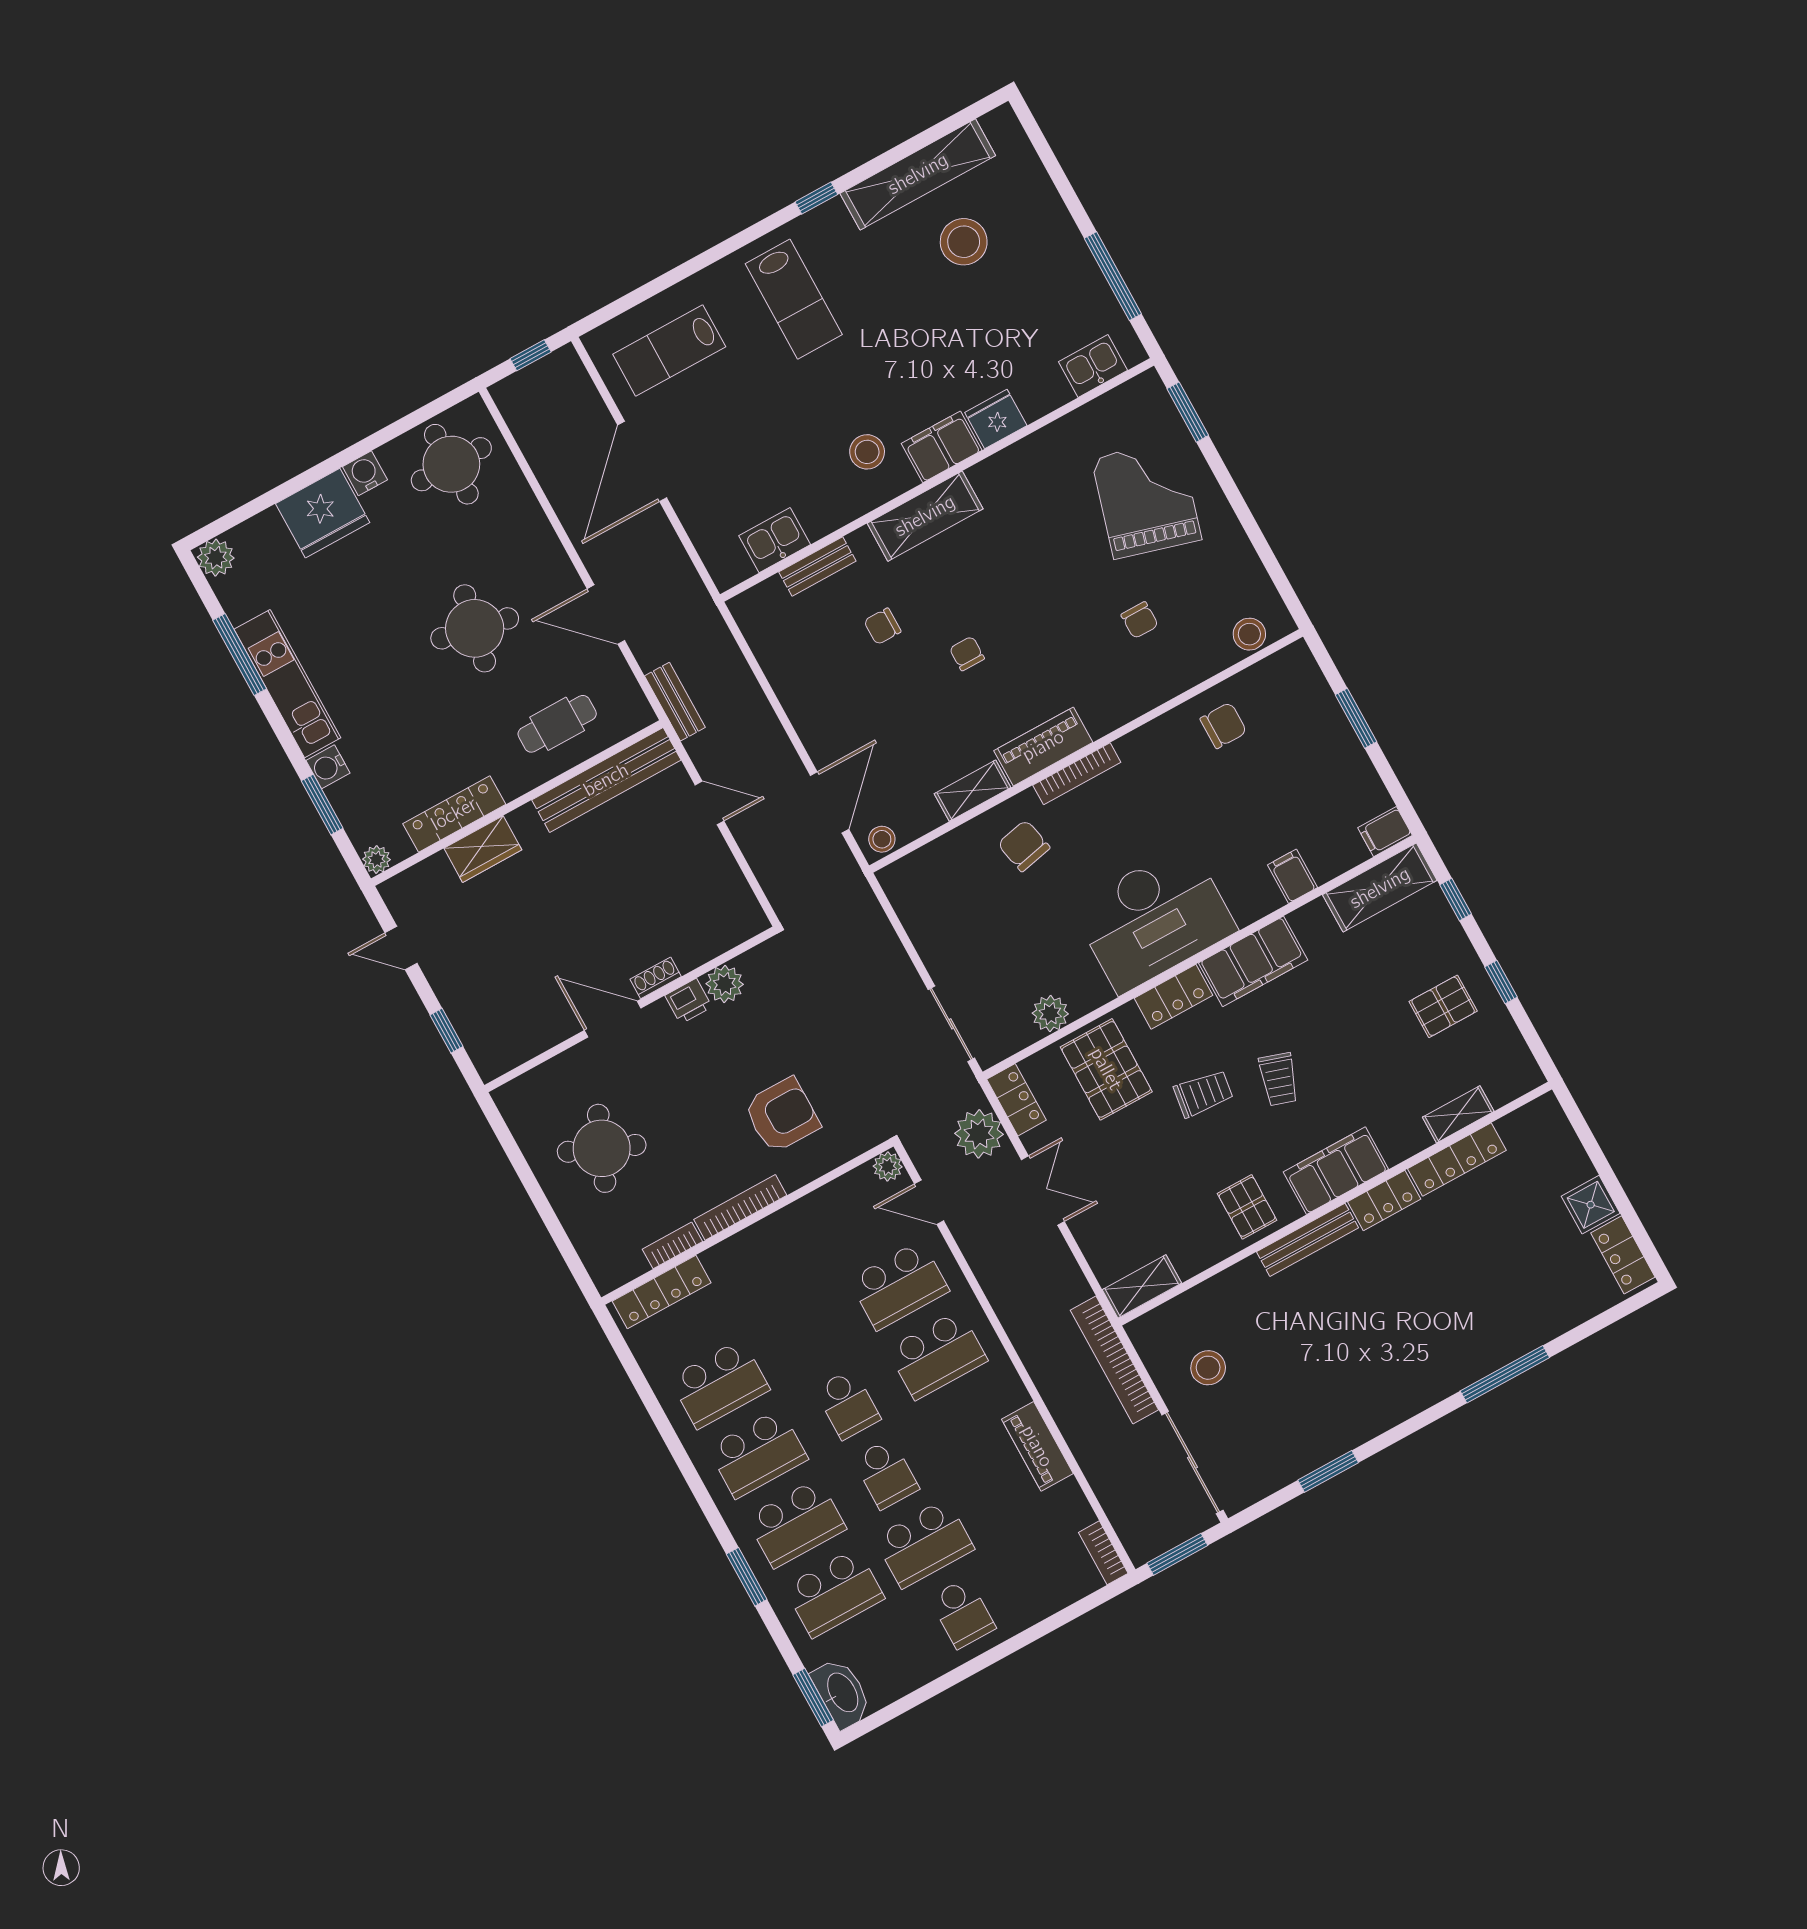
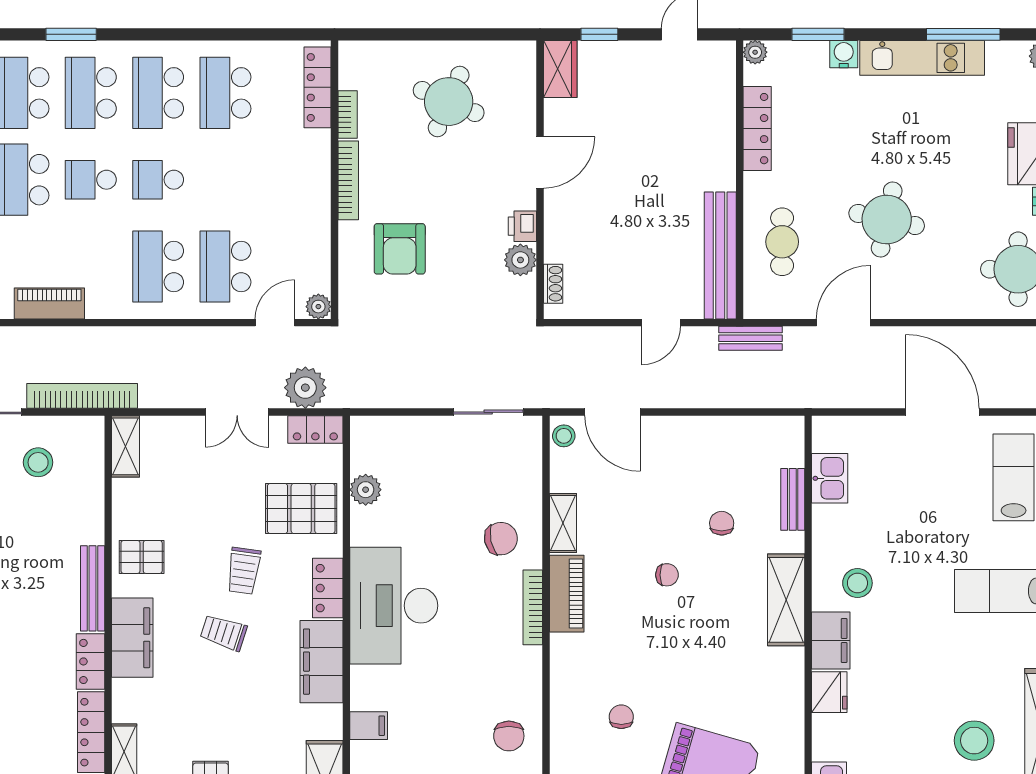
chair: (1140, 620) -> (621, 717), turned 90
wardrobe: (483, 849) -> (560, 69), moved, turned 180
shoe rack: (656, 978) -> (553, 284), moved
sliding door: (951, 1024) -> (488, 412), moved

